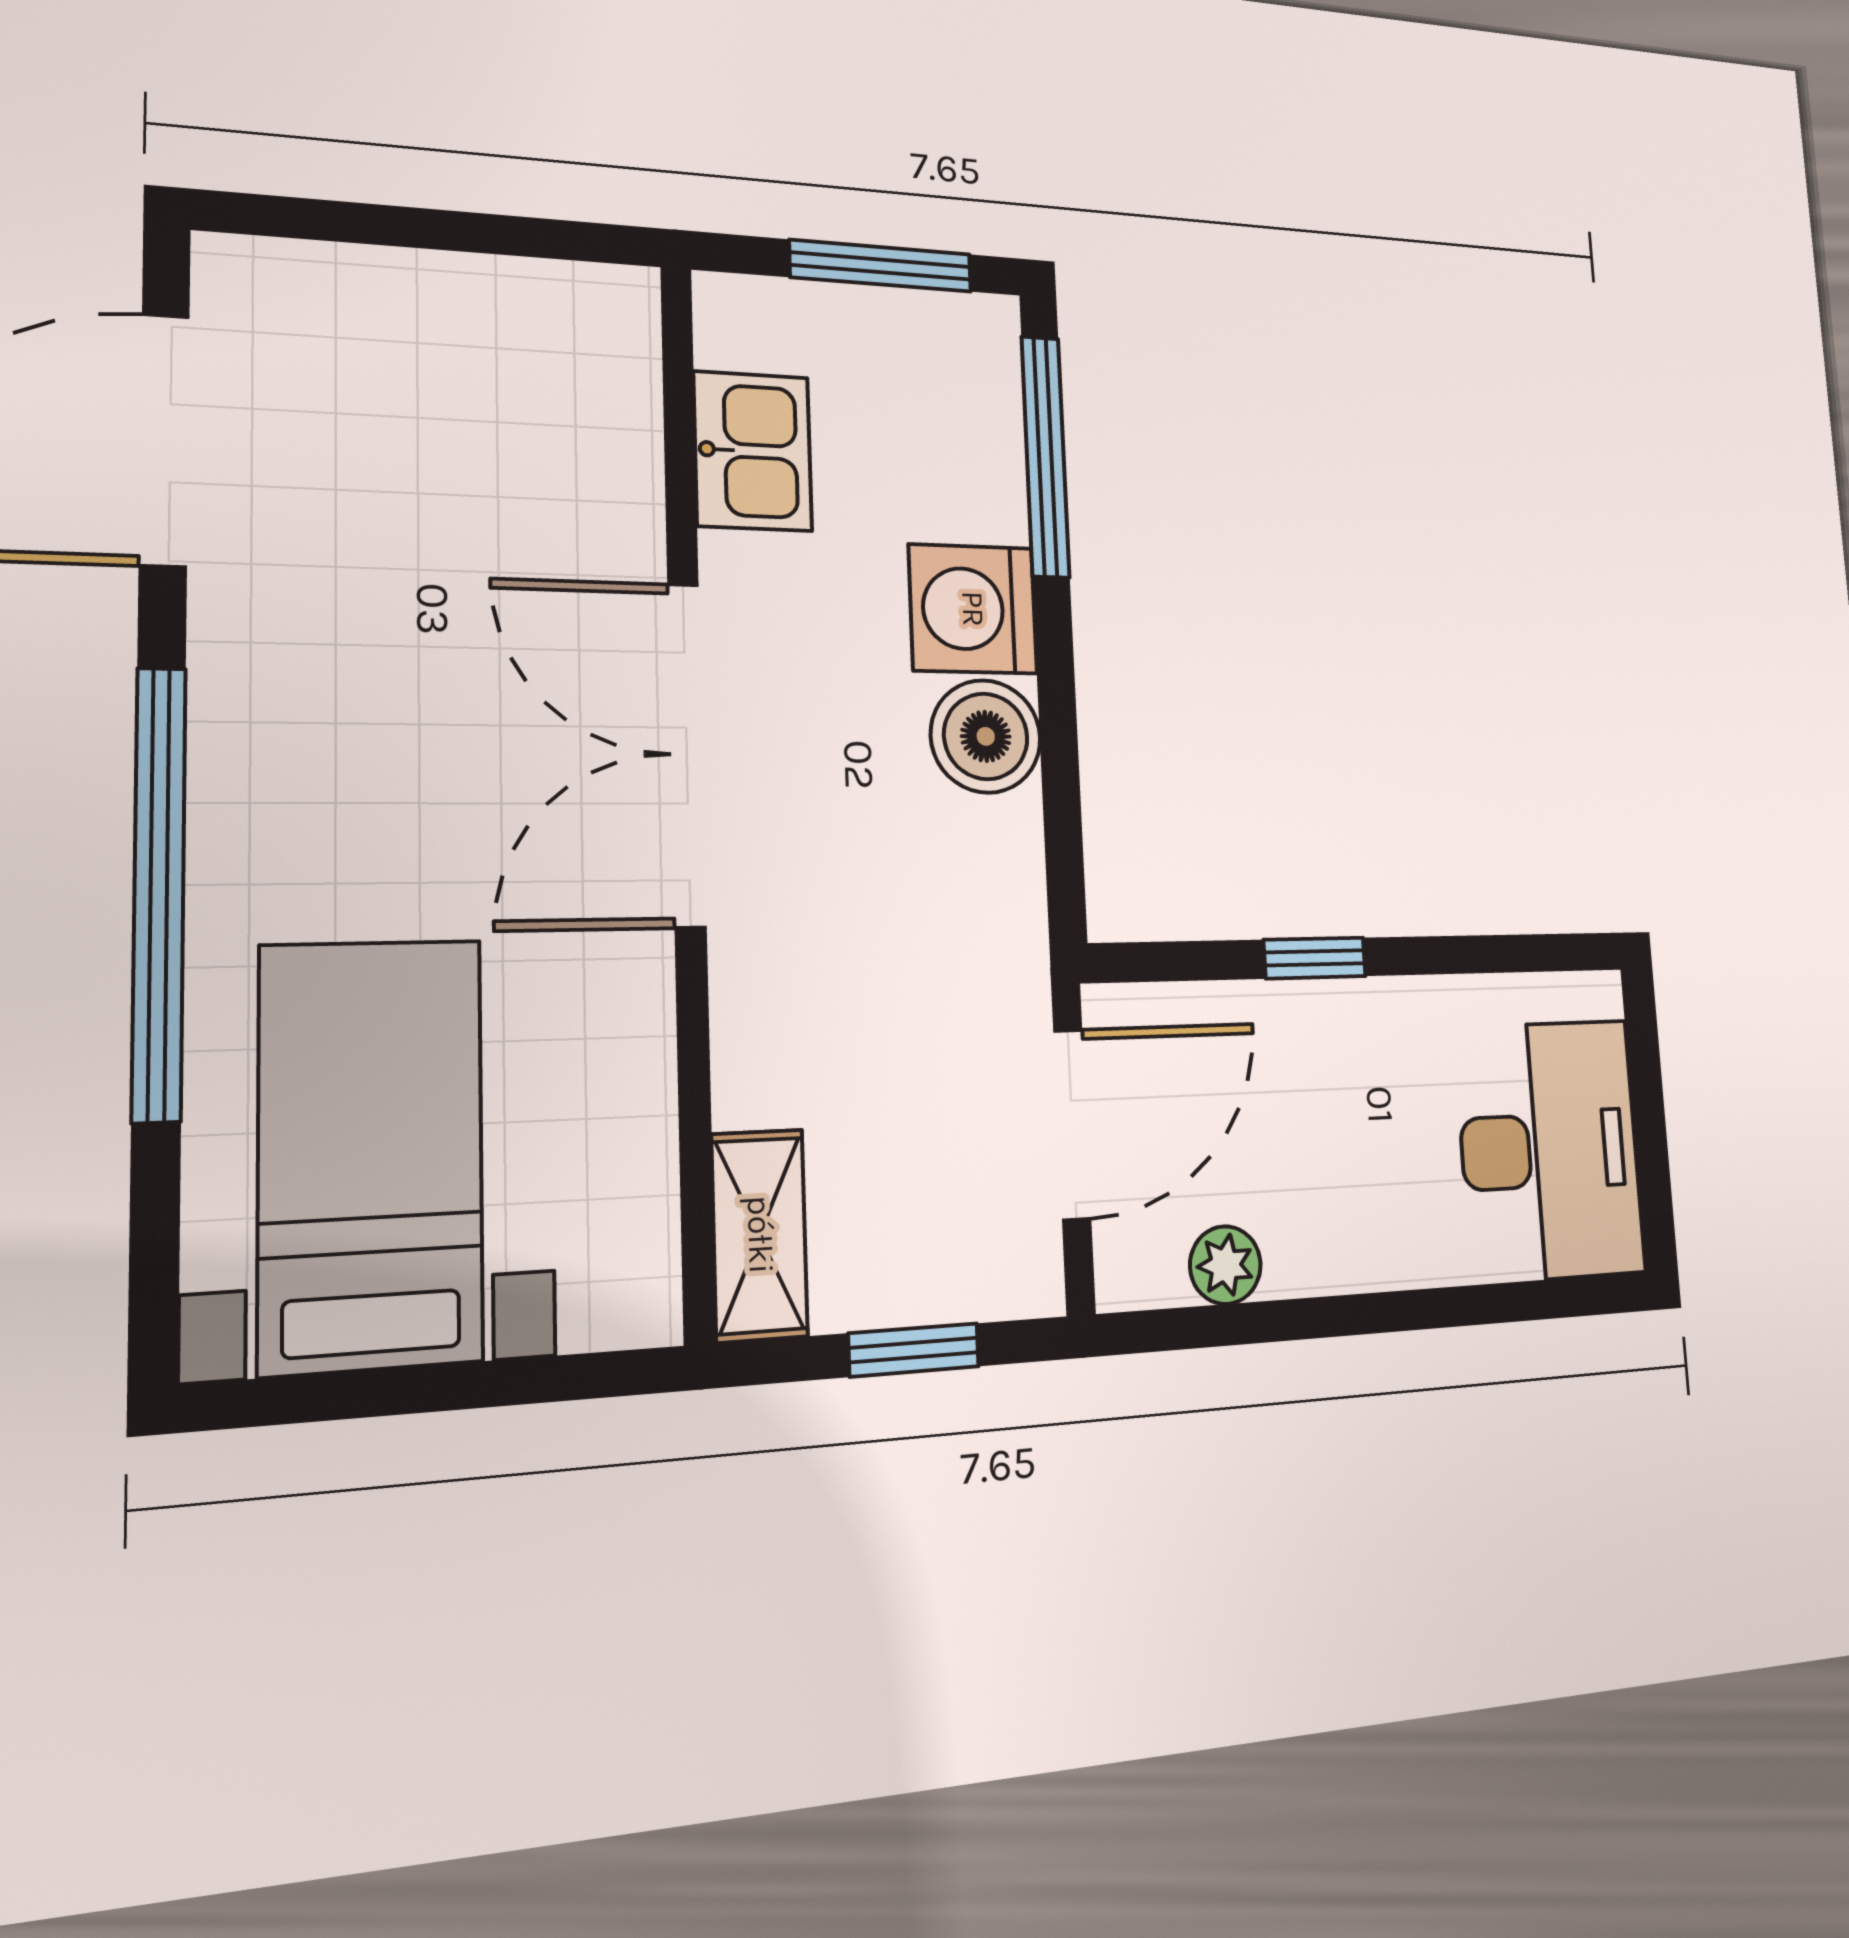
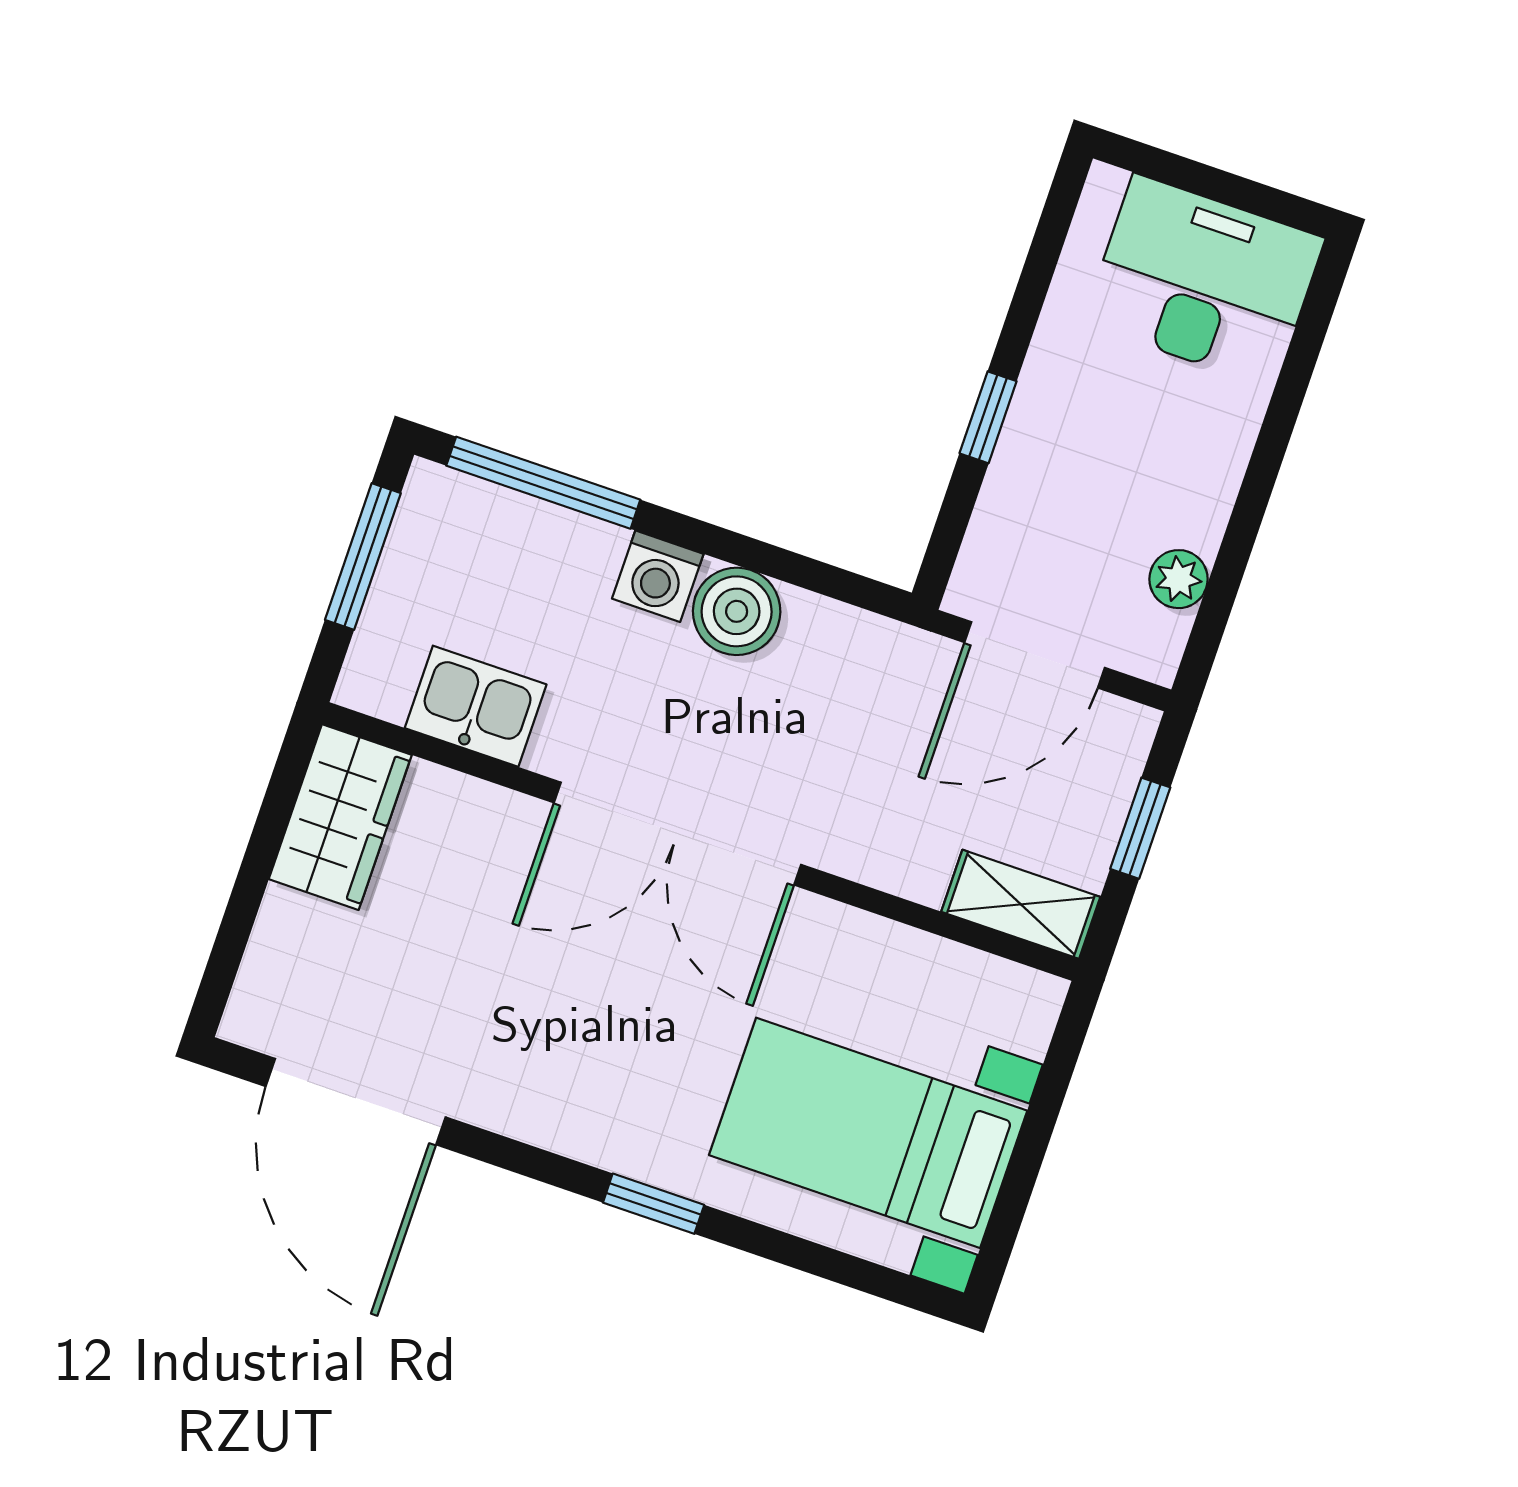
wardrobe: (550, 320) -> (340, 817), added
washing machine: (973, 609) -> (658, 576), width x0.73, depth x0.73
window: (159, 892) -> (654, 1204), width x0.32
door: (1072, 1124) -> (1035, 655), swing flipped

